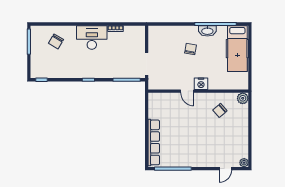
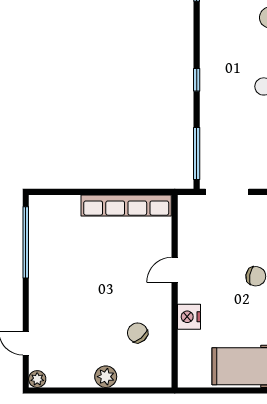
nightstand: (201, 84) -> (189, 317), moved
plant: (243, 98) -> (106, 377), moved
row of seats: (154, 142) -> (126, 206), moved

